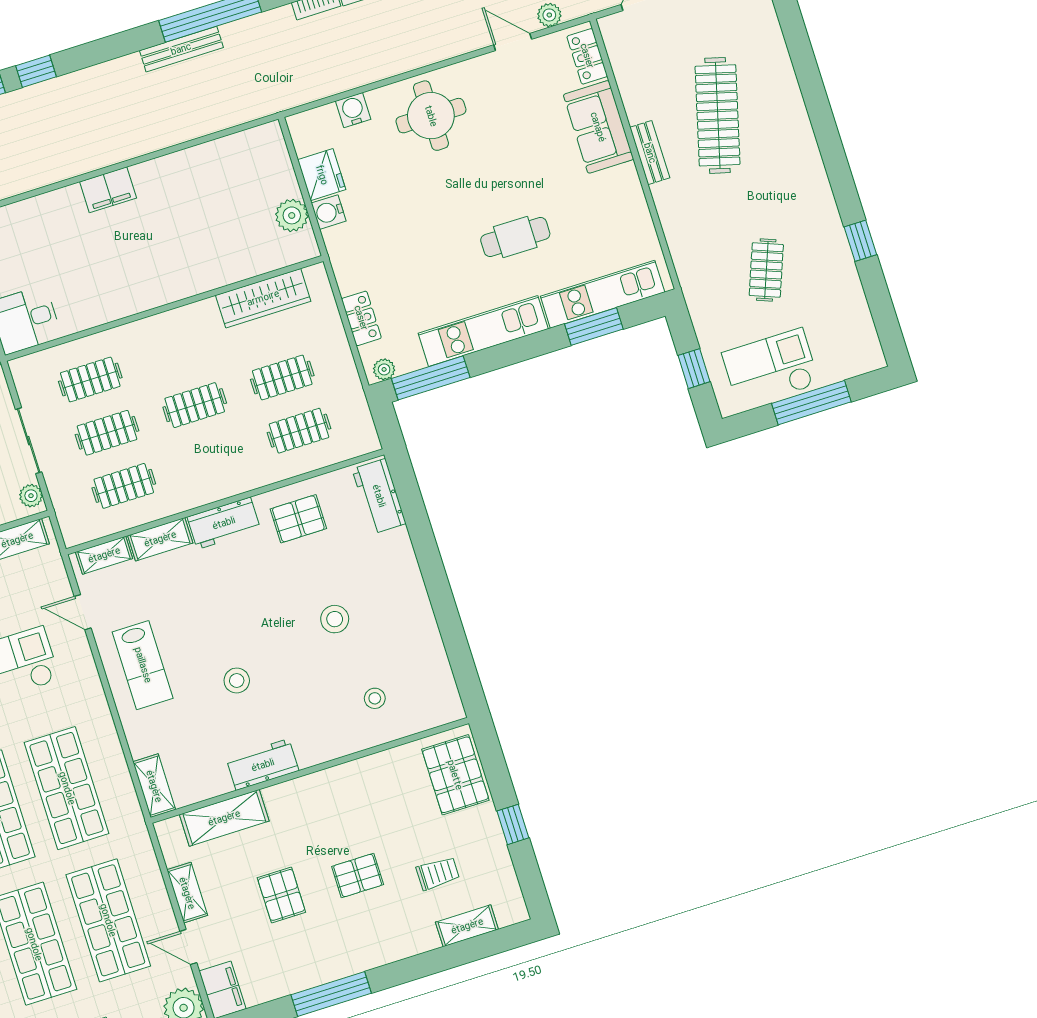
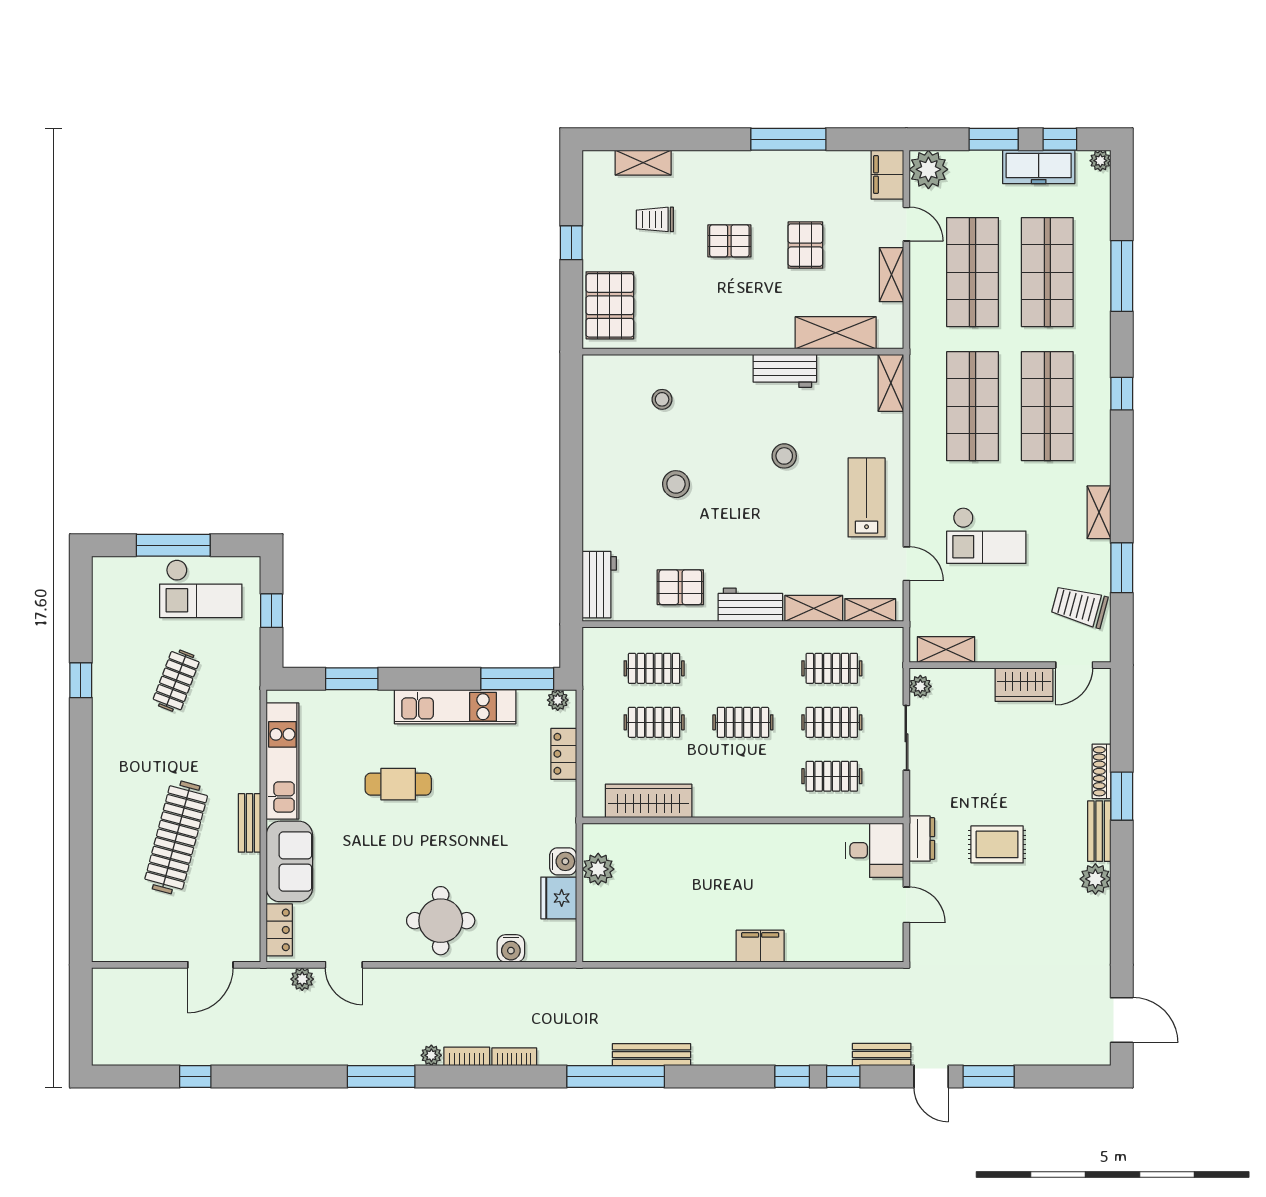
kitchen unit: (603, 294) -> (282, 761), moved, turned -90

